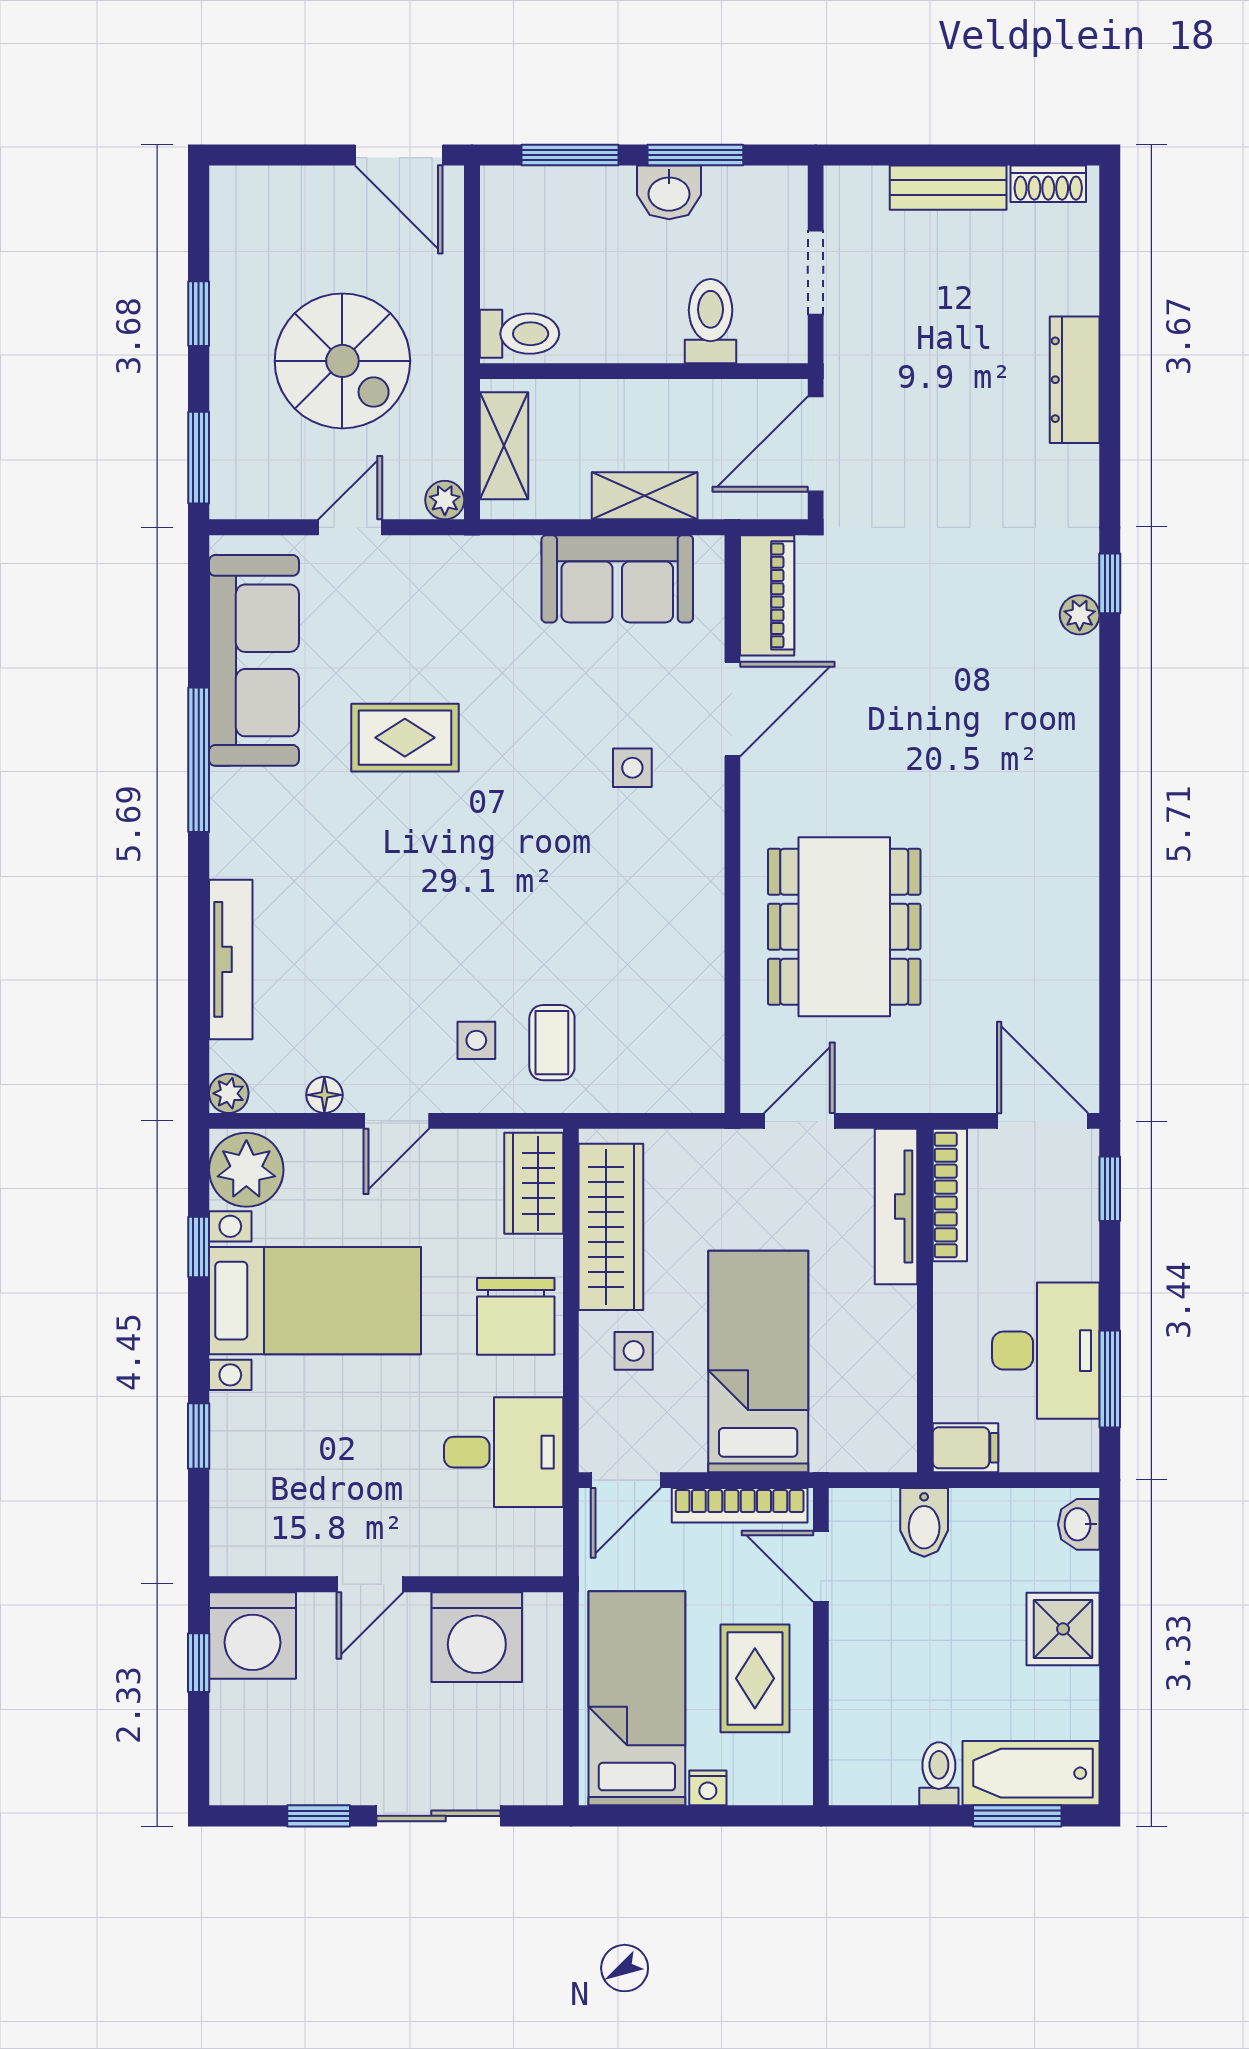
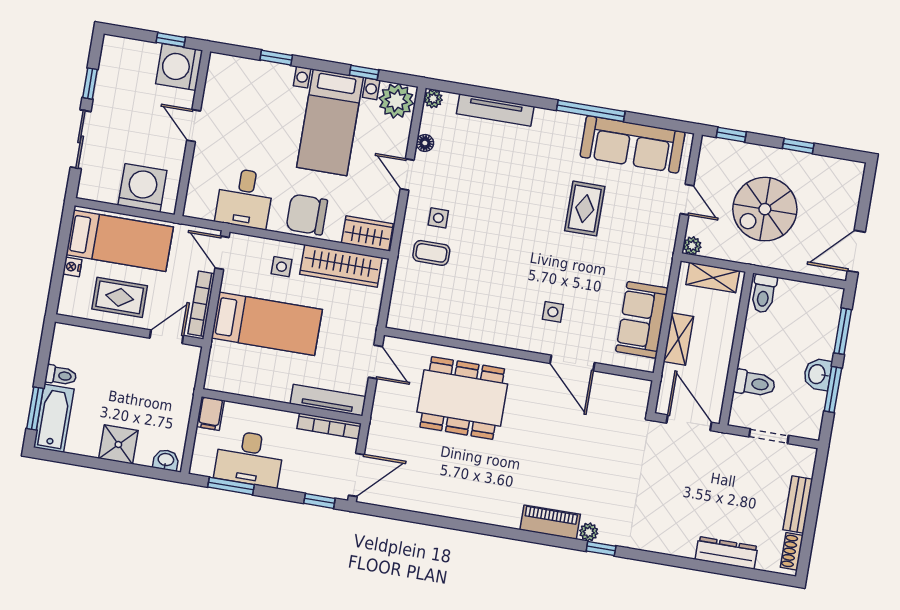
dresser: (1075, 380) -> (726, 553), moved
window: (199, 458) -> (731, 135), width x0.67
piano: (767, 595) -> (550, 522), moved, turned 180
bidet: (924, 1522) -> (179, 388), removed
washing machine: (477, 1637) -> (142, 188), moved, turned 90

